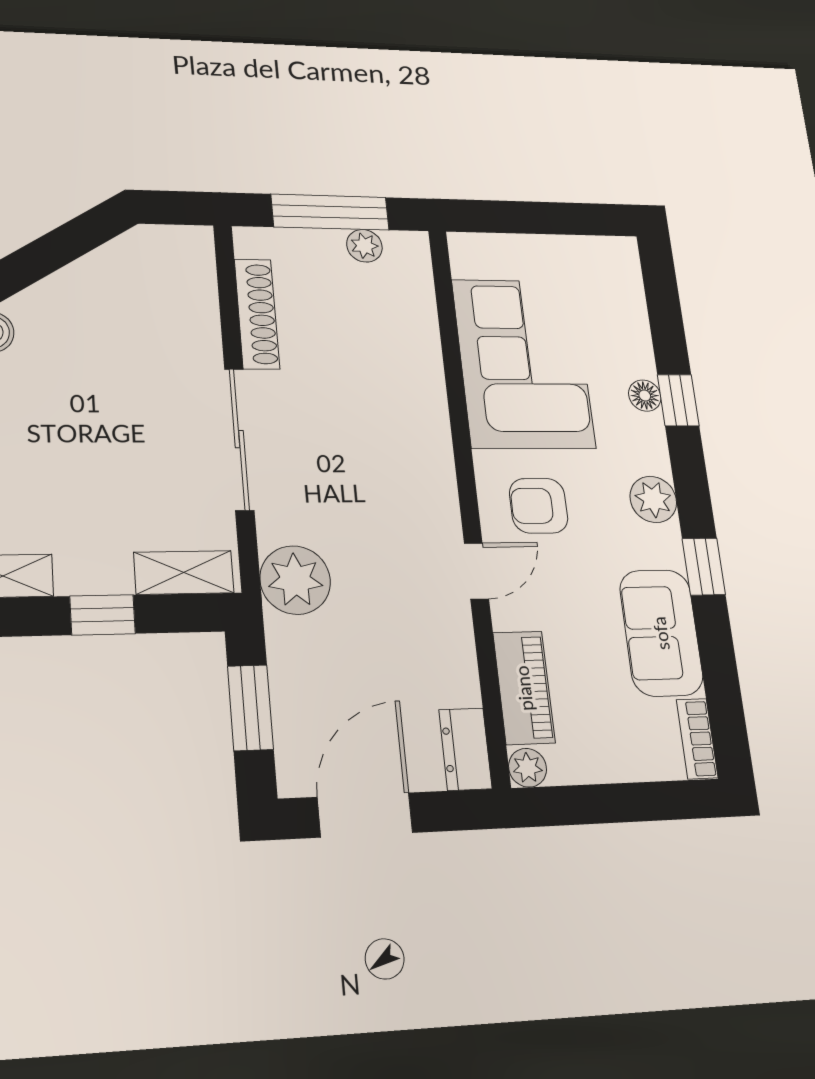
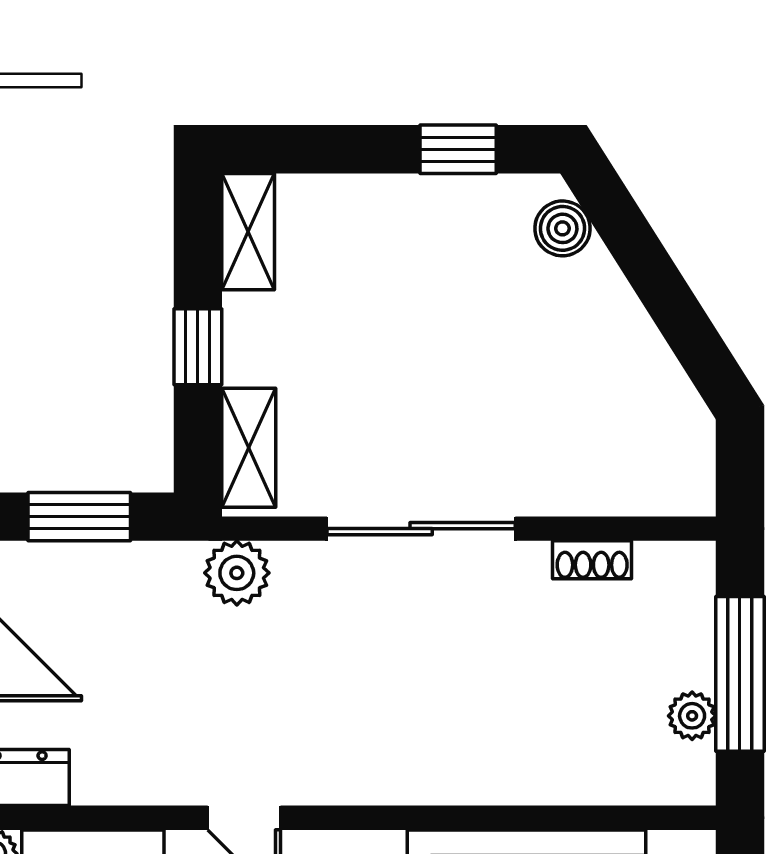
shoe rack: (257, 314) -> (592, 560), width x0.51, depth x0.81
plant: (295, 580) -> (237, 573), width x0.73, depth x0.73

